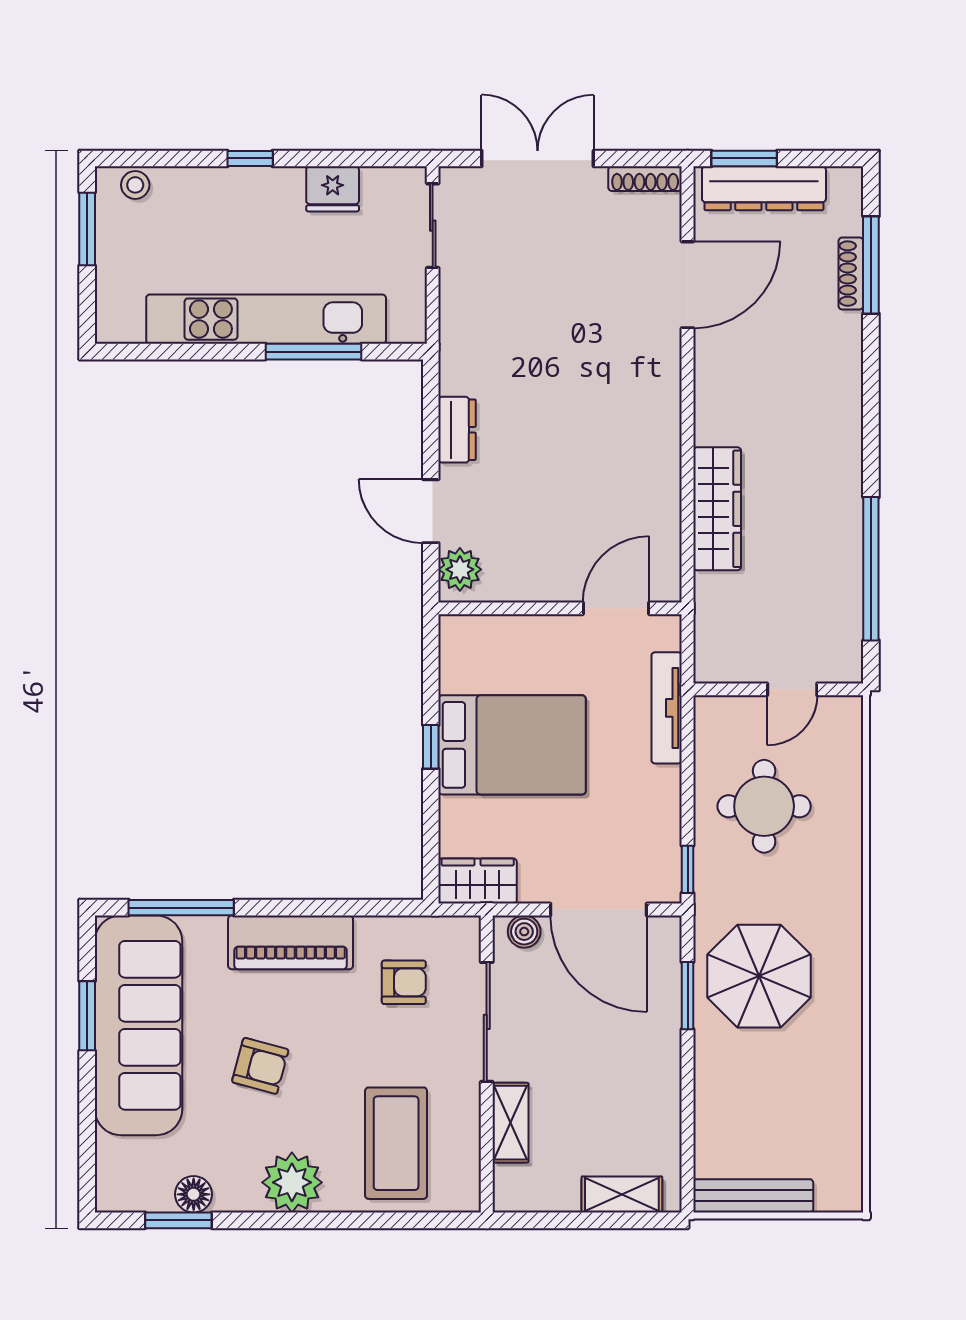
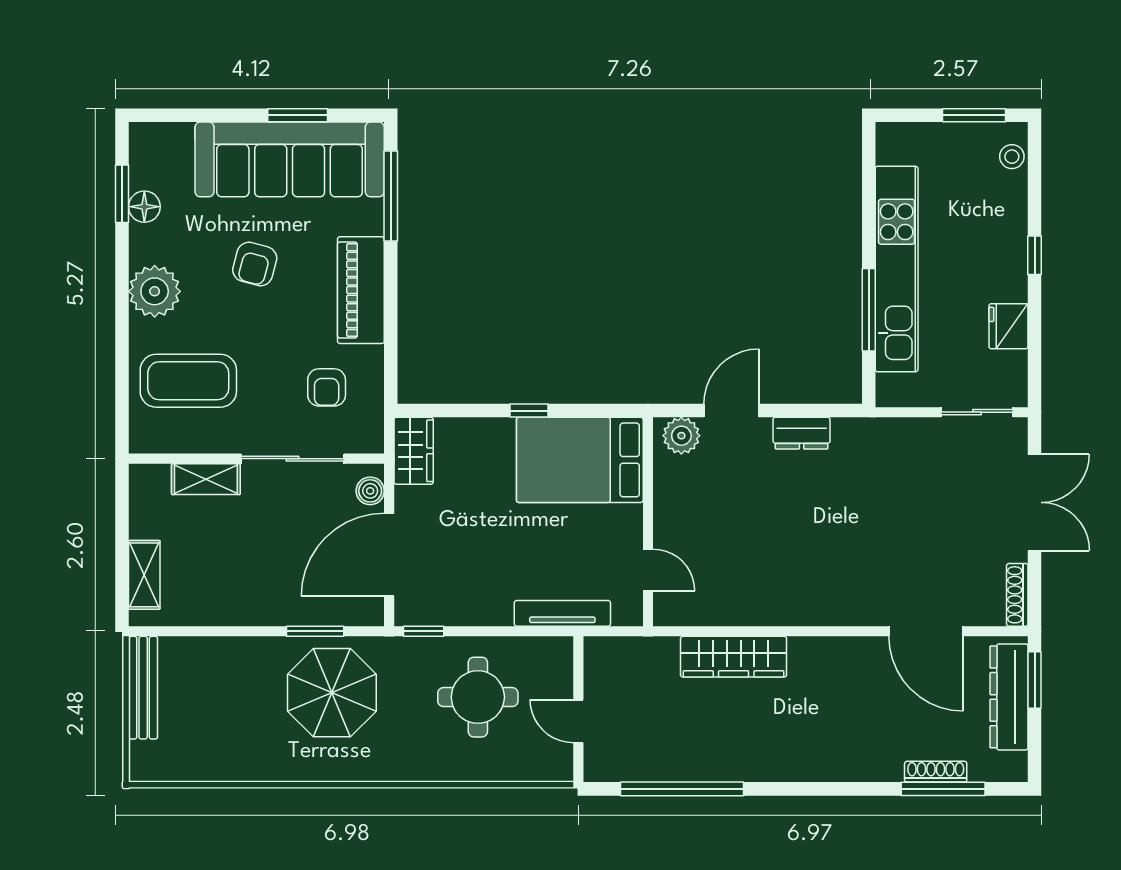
door: (616, 608) -> (648, 570), width x0.73
bed: (512, 745) -> (580, 460), moved, turned 90

